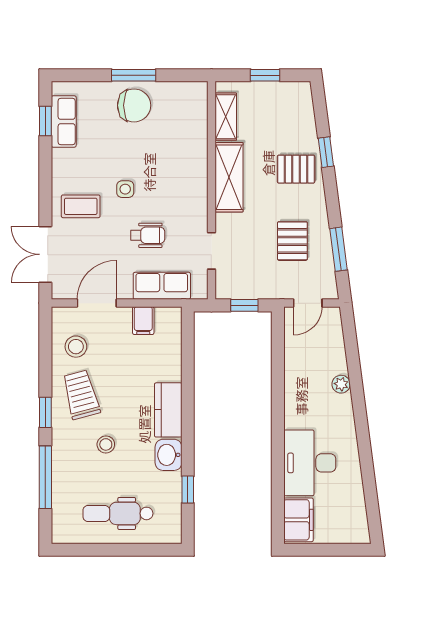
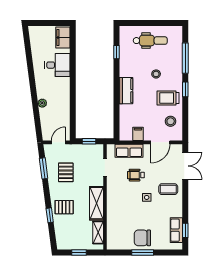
trolley: (81, 395) -> (168, 98), turned 105
washbasin: (168, 455) -> (126, 69), removed
desk: (310, 463) -> (57, 65), width x0.73

